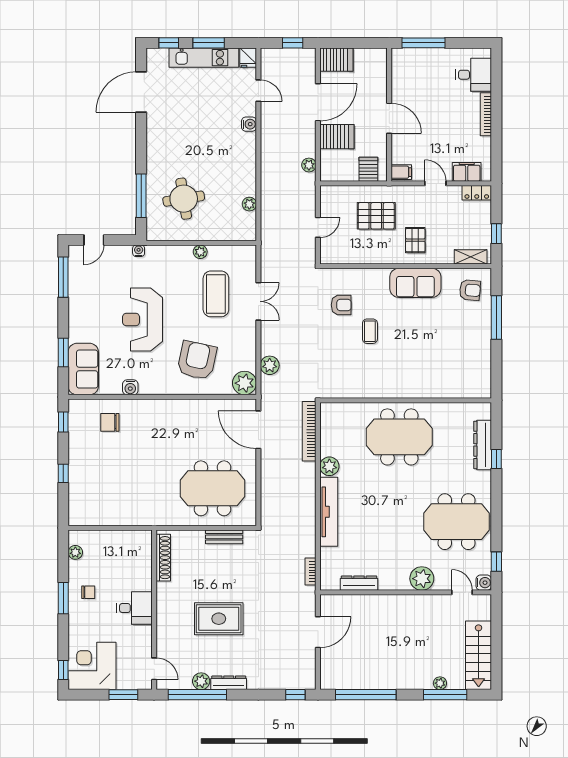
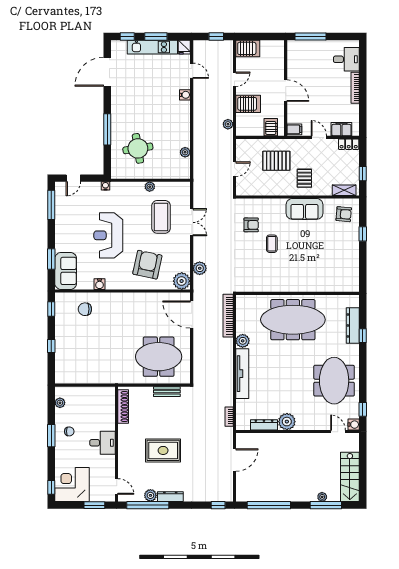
door: (318, 102) -> (234, 79), width x0.53
window: (141, 196) -> (107, 129), moved
window: (496, 317) -> (363, 234), width x0.46
meeting table: (399, 437) -> (293, 320), width x1.36
meeting table: (457, 522) -> (334, 381), turned 90
plant: (422, 579) -> (287, 422), moved

